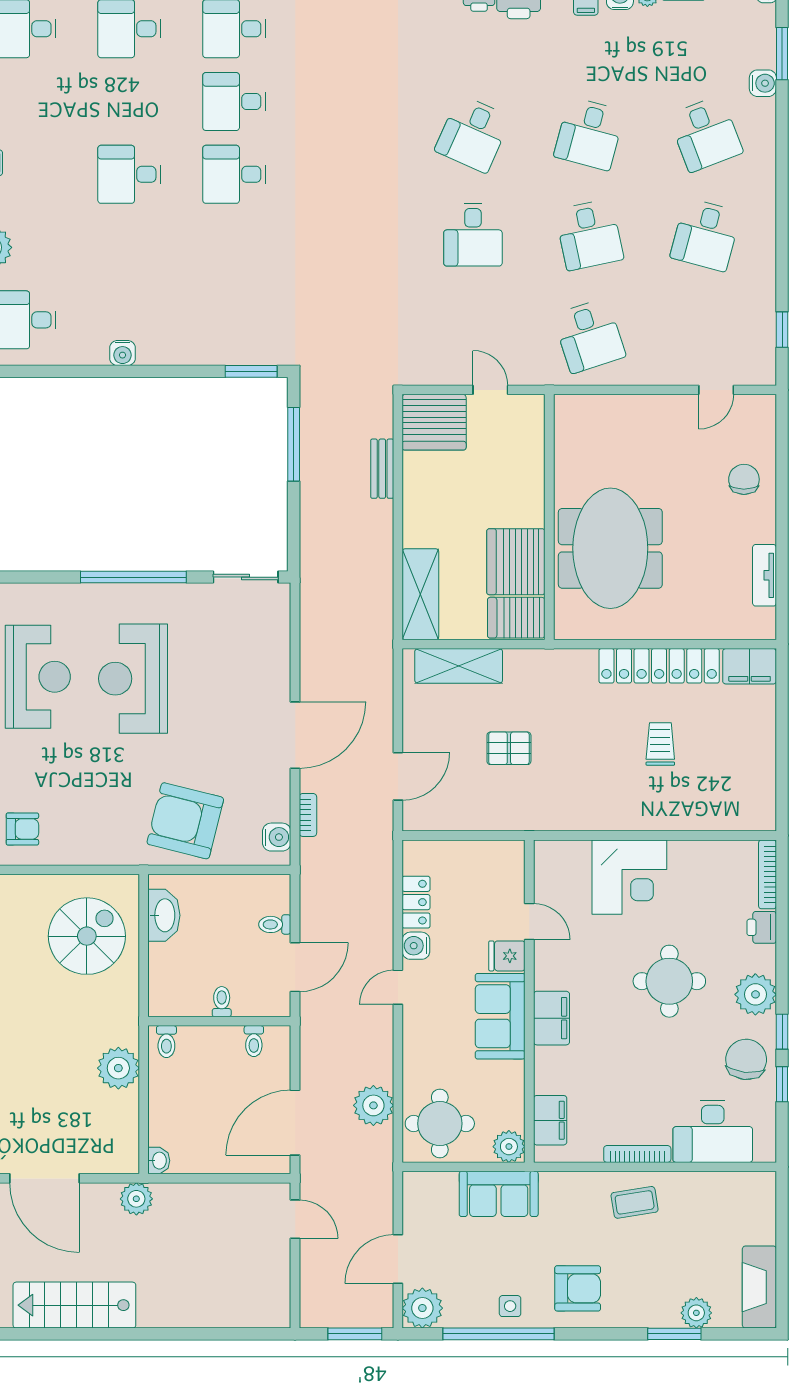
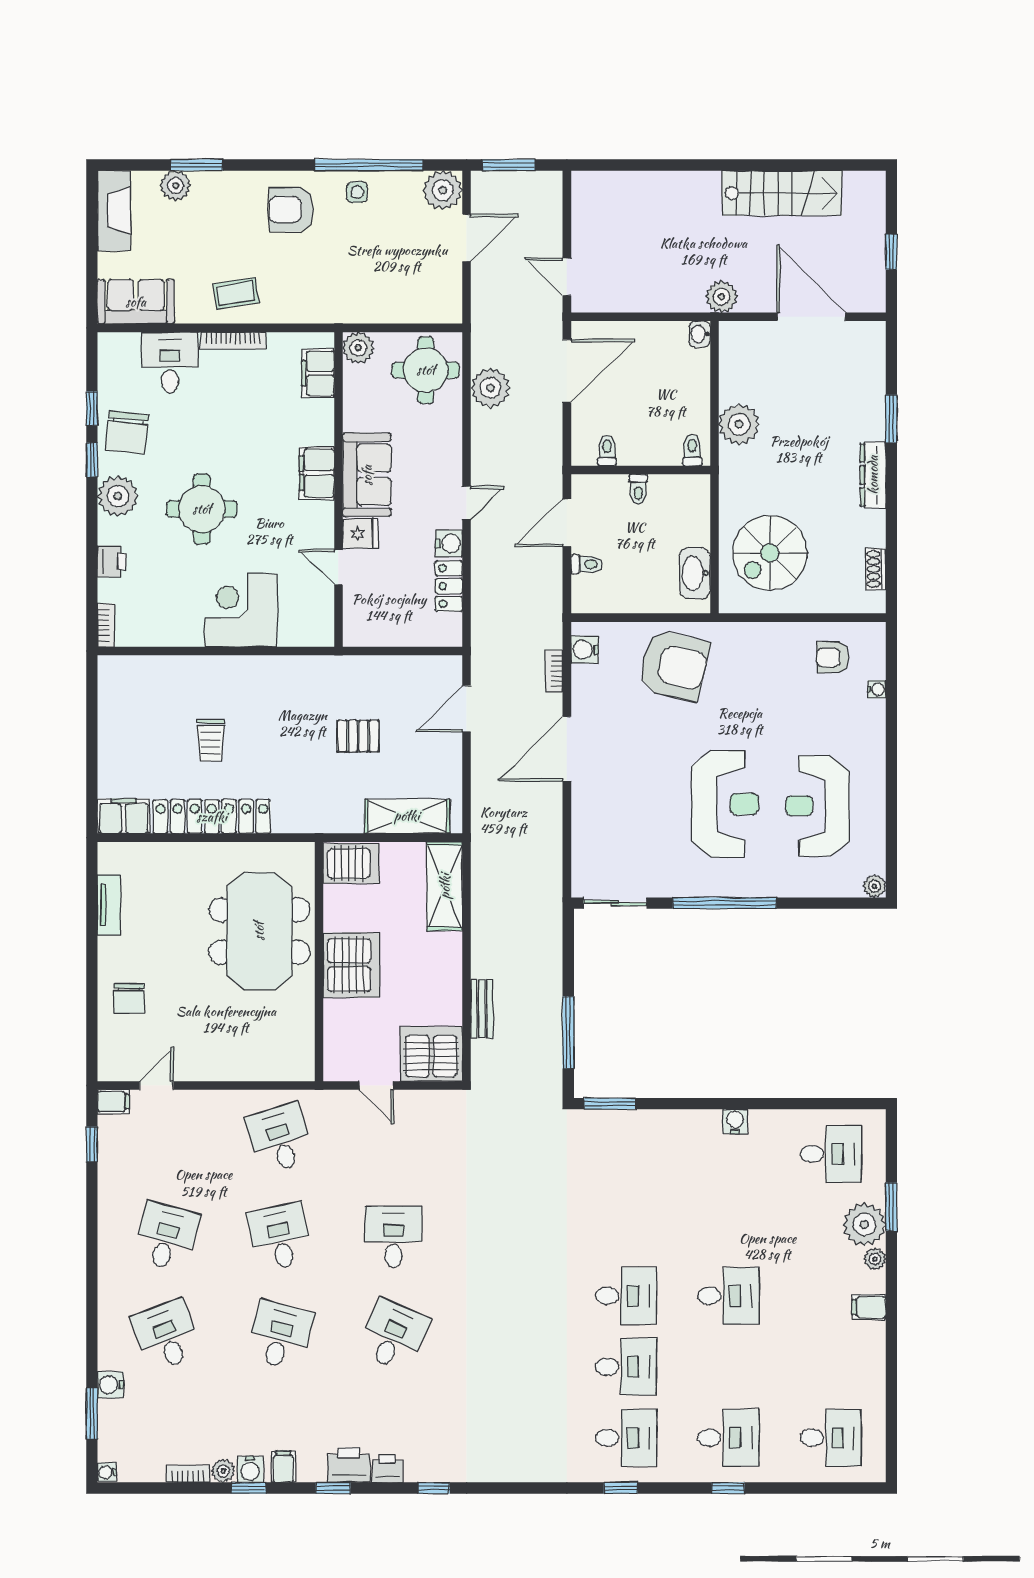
filing cabinet: (760, 373) -> (113, 1102), added
server rack: (516, 562) -> (351, 965), moved
bookcase: (767, 874) -> (106, 625), width x0.64
desk: (713, 1131) -> (170, 362), width x0.73
sofa: (499, 1194) -> (136, 302), moved

